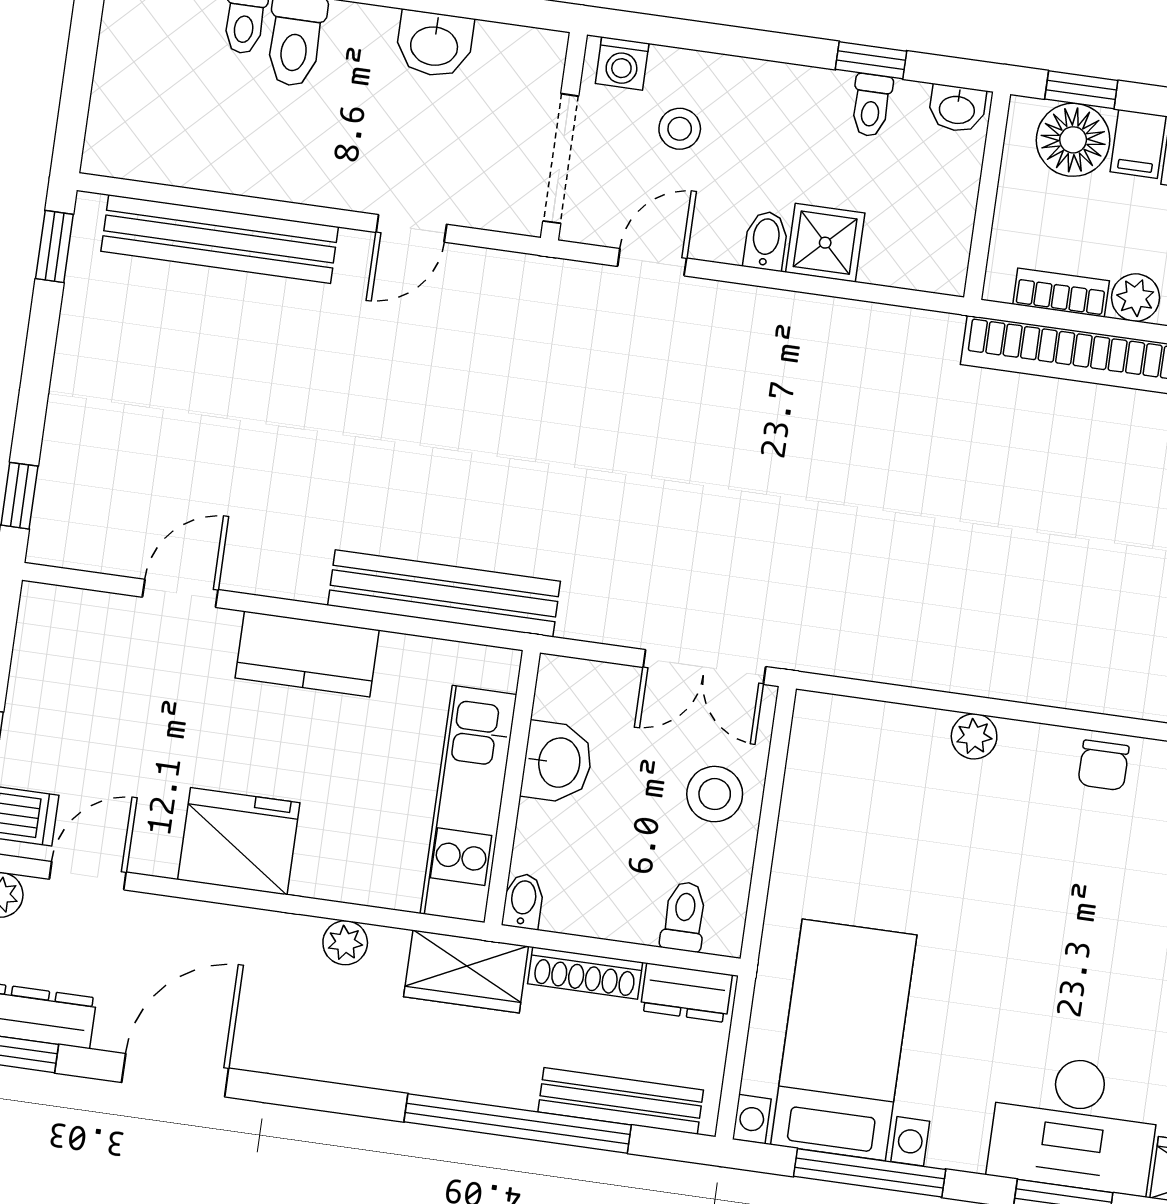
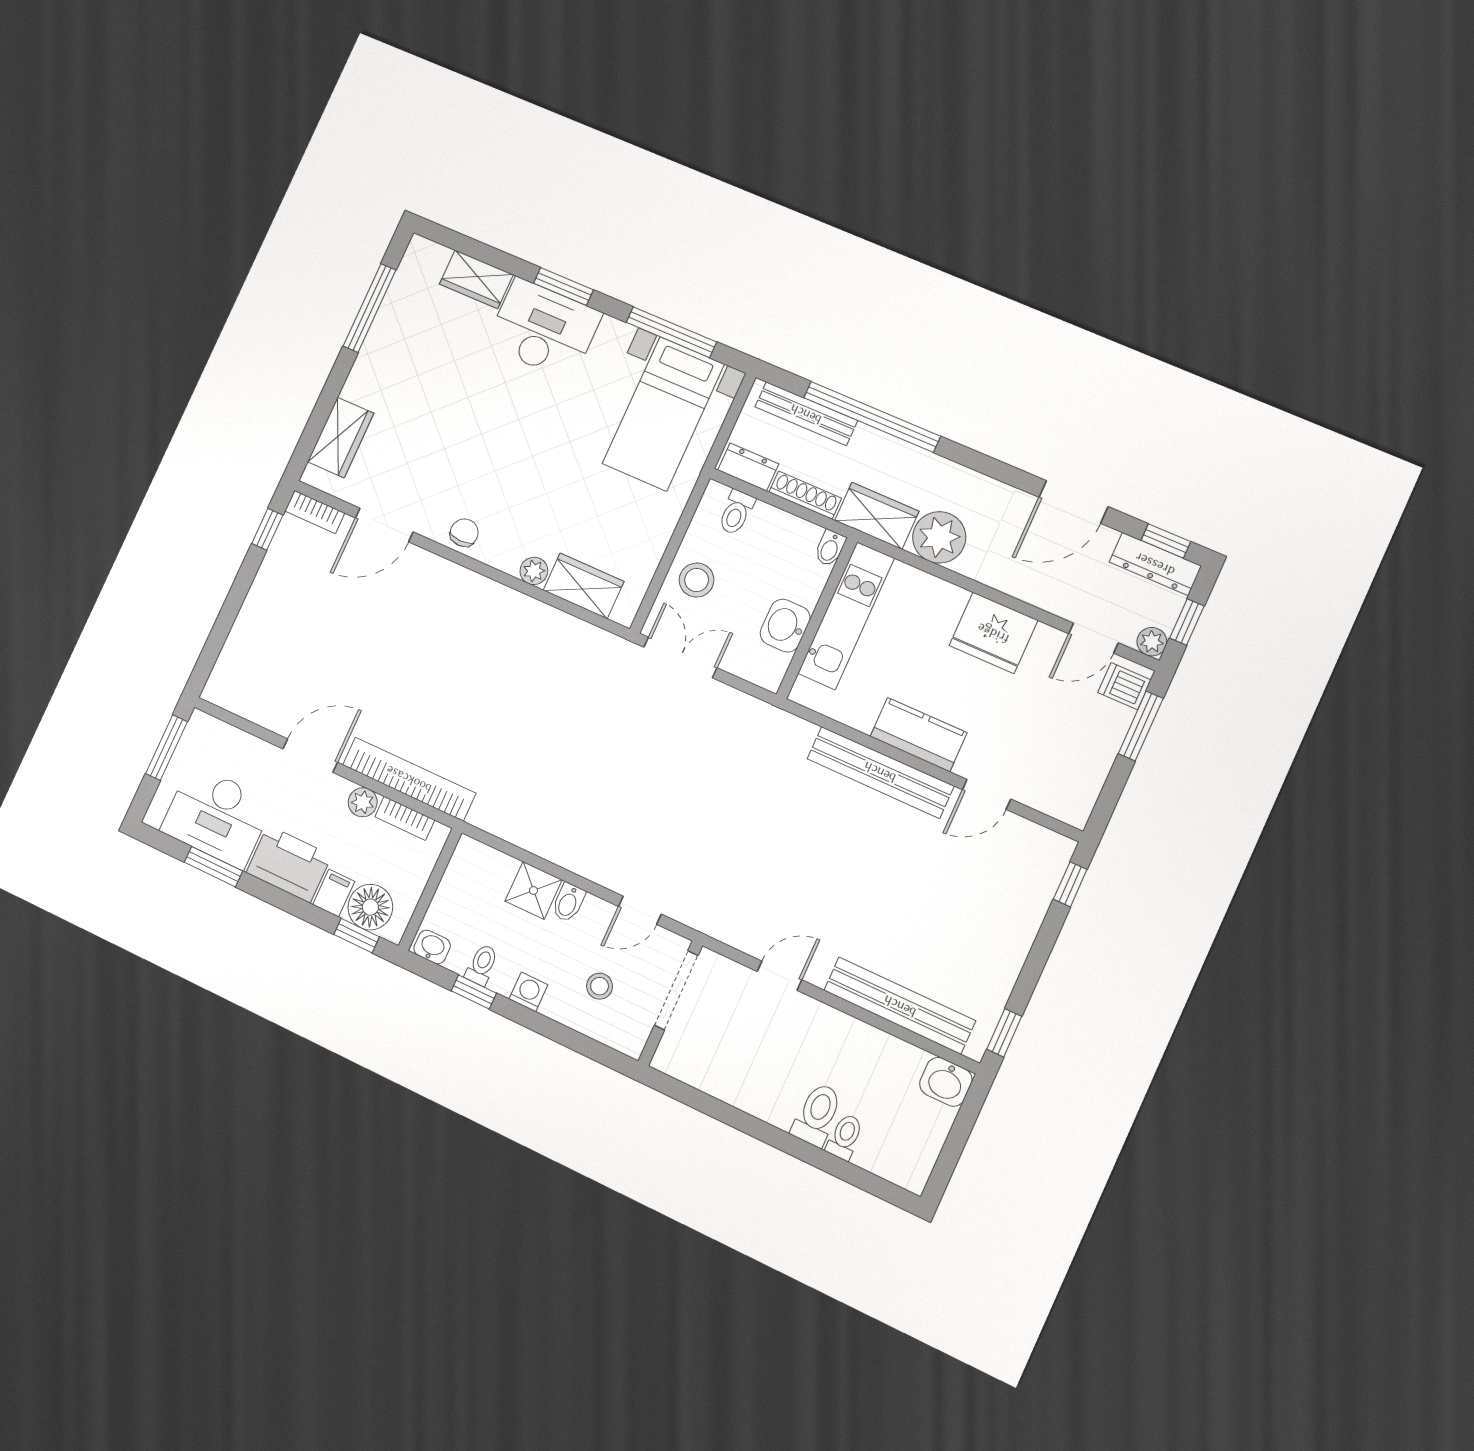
washbasin: (434, 44) -> (946, 1082), moved, turned 180
washing machine: (622, 63) -> (528, 992), moved
bench: (444, 593) -> (880, 772), moved
wardrobe: (889, 735) -> (584, 586), added
plant: (345, 943) -> (939, 537), width x1.87, depth x1.87

